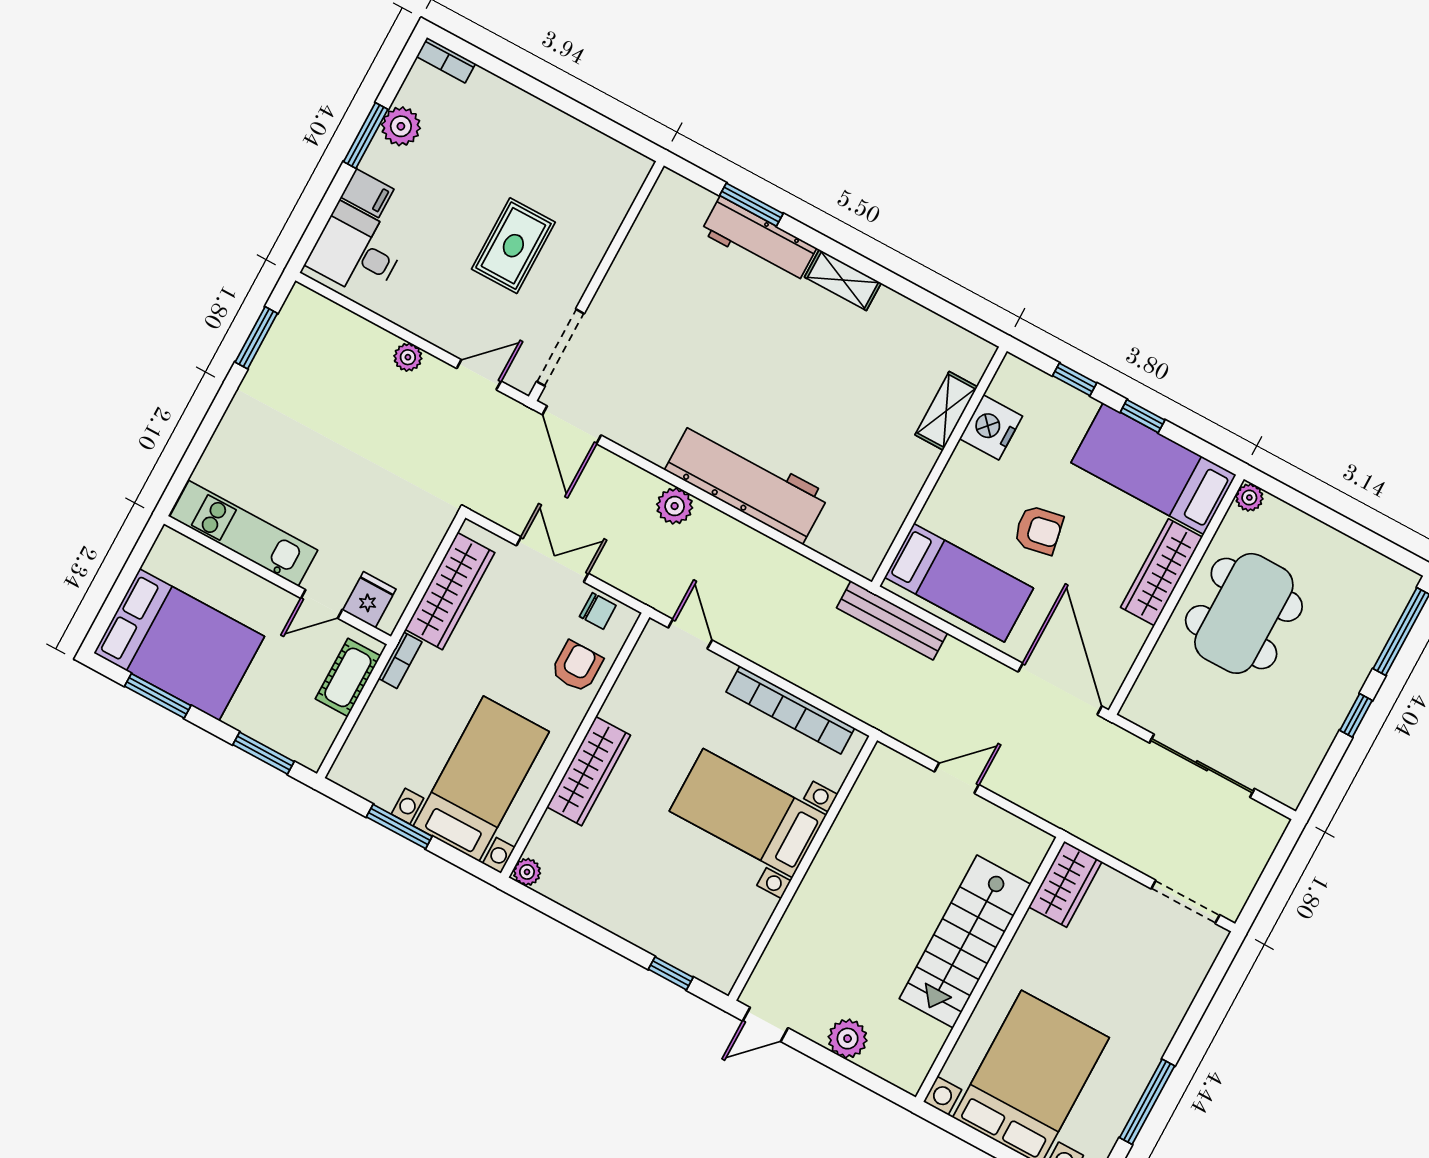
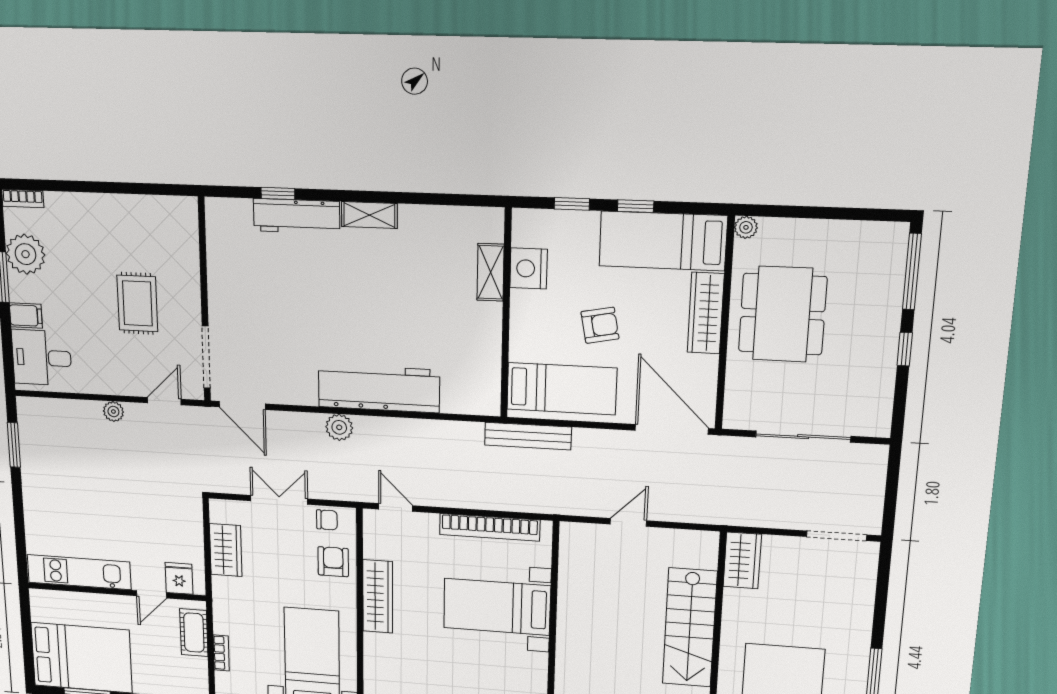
plant: (401, 126) -> (26, 254), width x1.36, depth x1.36
window: (751, 205) -> (278, 193), width x0.67
wardrobe: (450, 591) -> (226, 550), width x0.67
bookcase: (400, 660) -> (221, 653), moved
wardrobe: (589, 771) -> (378, 596), moved

